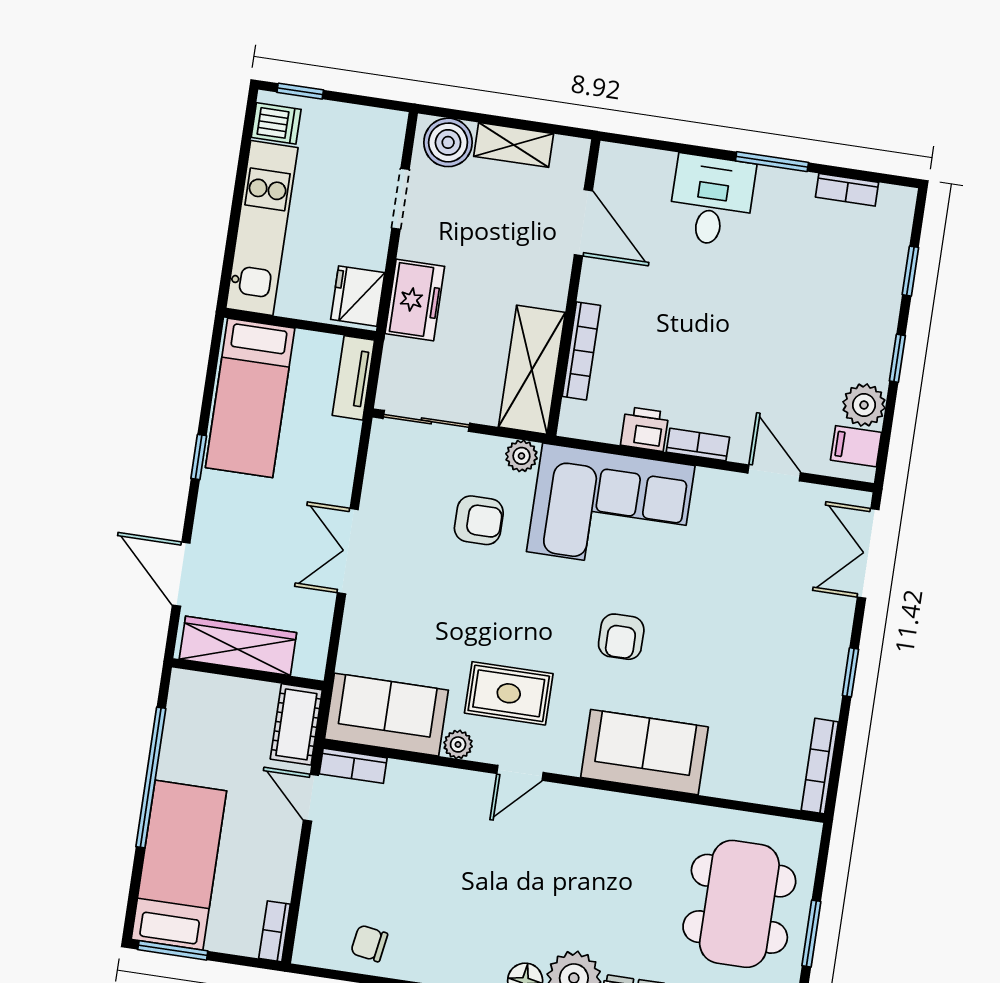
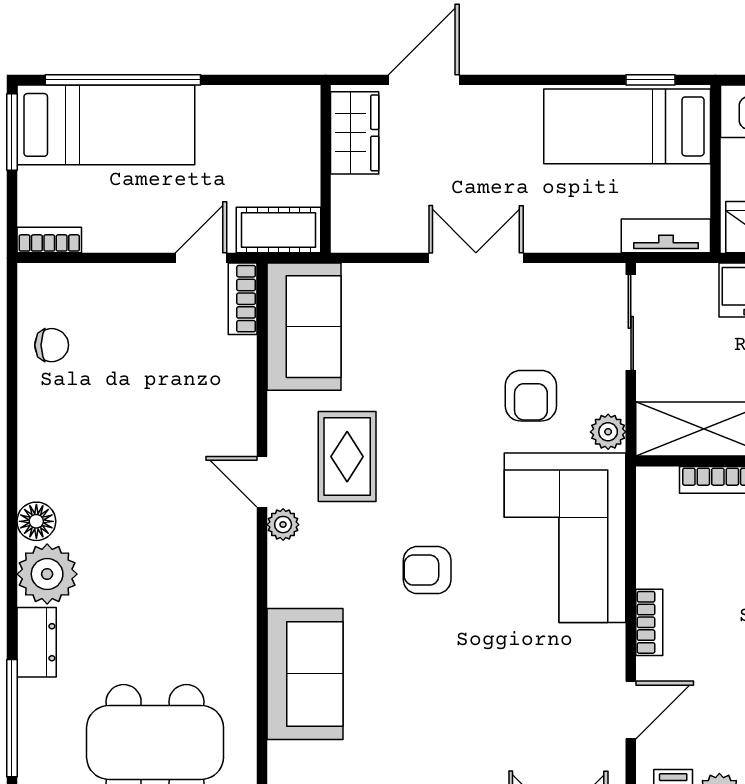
printer: (645, 429) -> (658, 562), removed
window: (199, 457) -> (650, 80), moved
wardrobe: (238, 646) -> (355, 133), width x0.67
plant: (458, 744) -> (283, 525), moved
sofa: (644, 752) -> (305, 674), moved
window: (151, 777) -> (123, 80), moved
chair: (369, 943) -> (52, 345), turned 81

